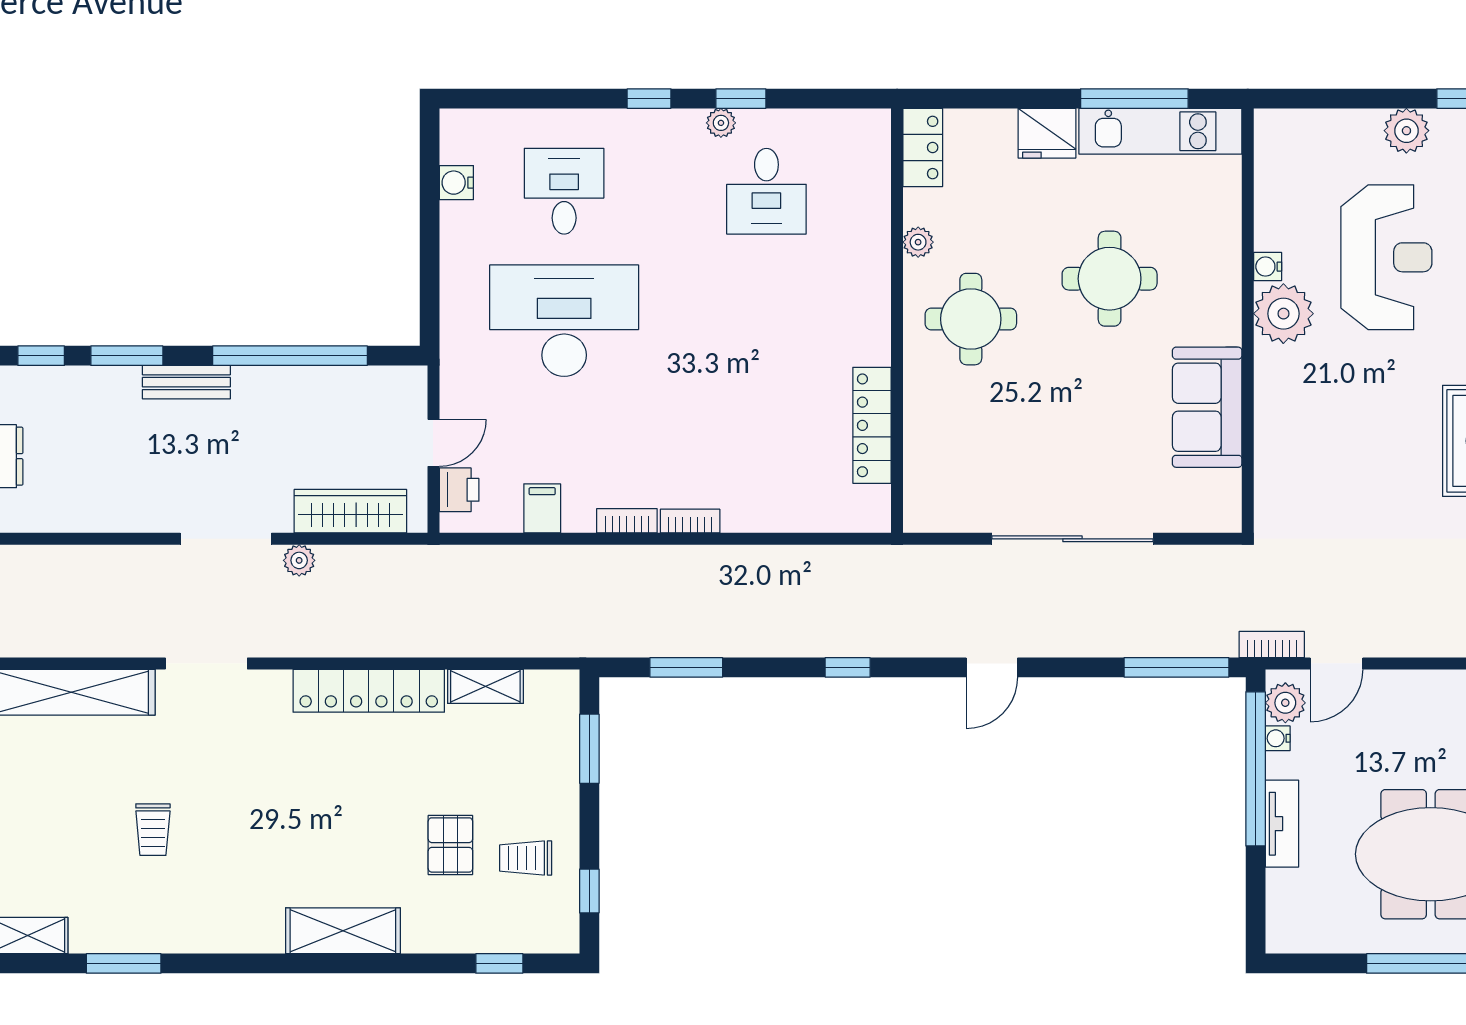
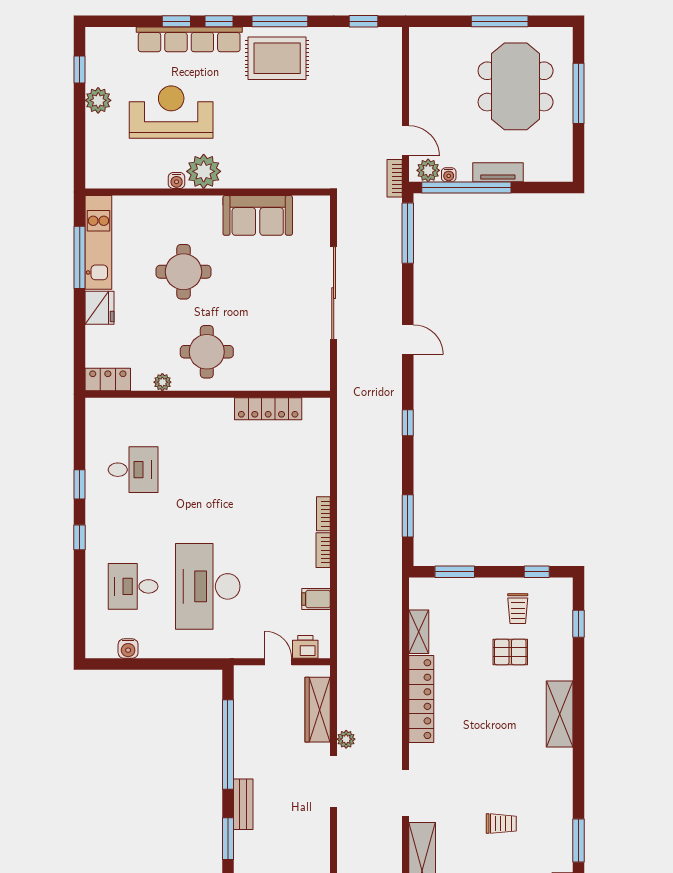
plant: (721, 123) -> (94, 496), removed

